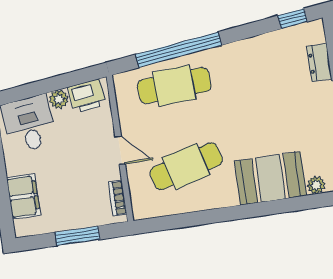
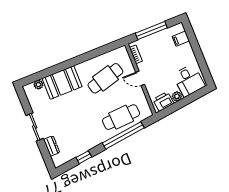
window: (293, 19) -> (84, 157), moved
filing cabinet: (23, 196) -> (181, 39), width x0.50
window: (77, 236) -> (151, 31), width x1.44

